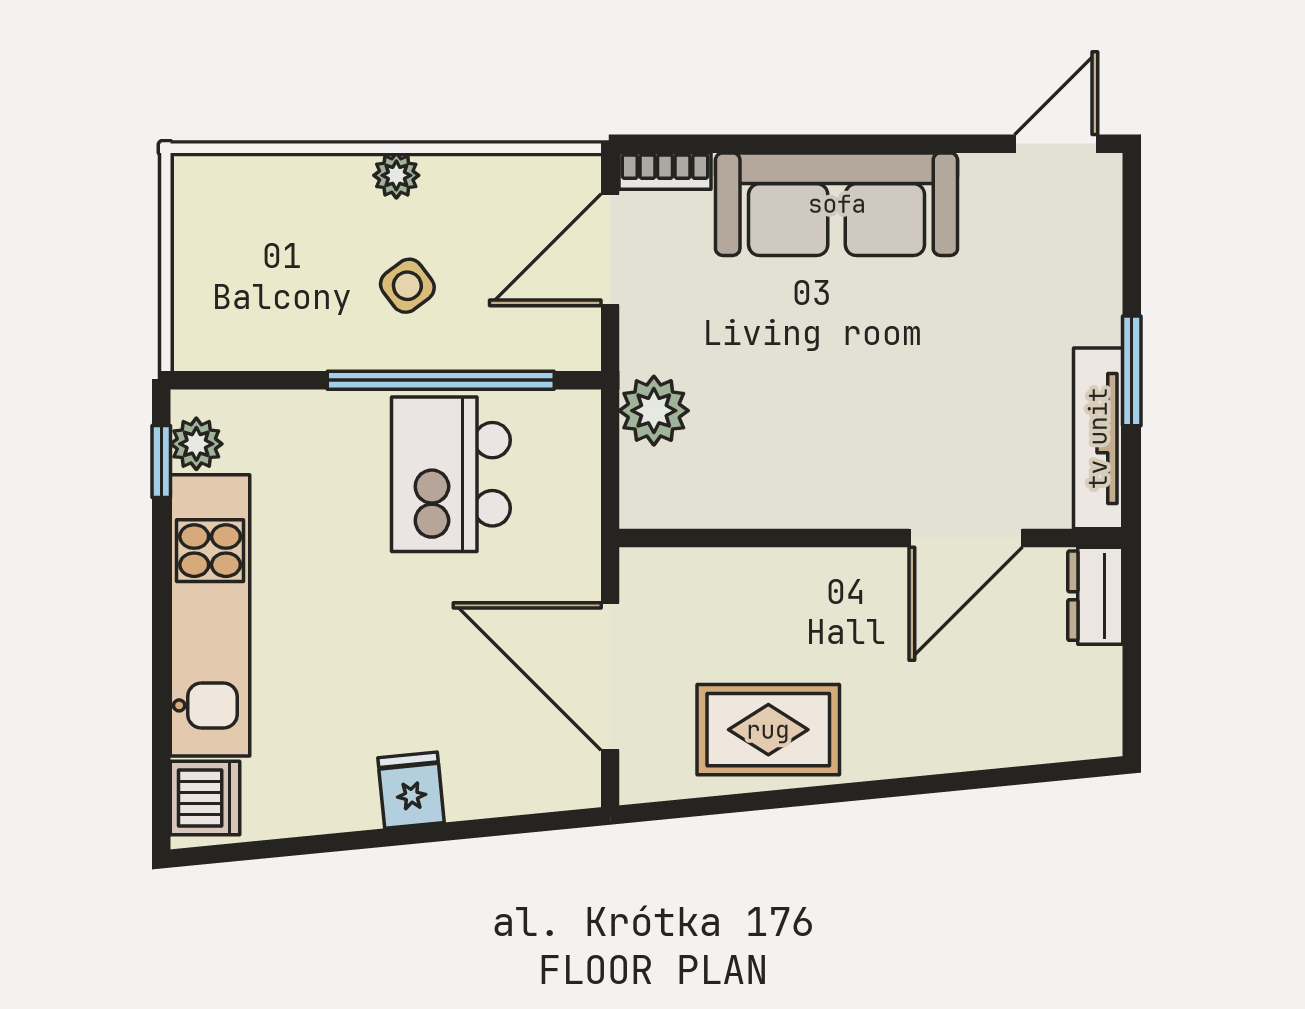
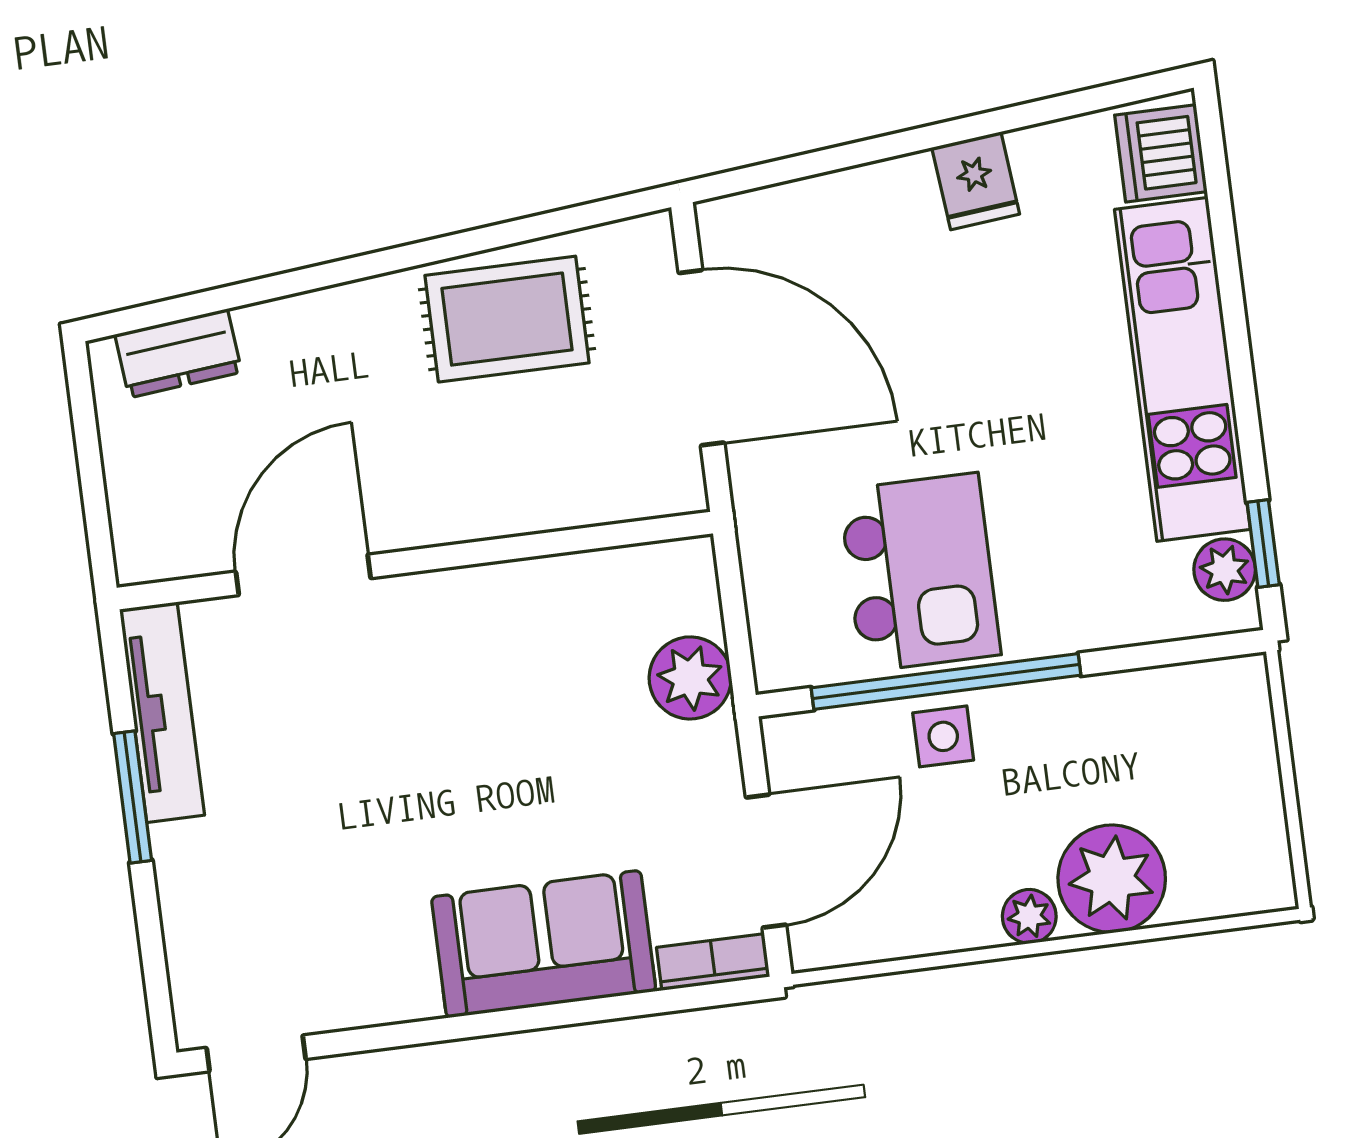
plant: (324, 198) -> (1112, 879), added
sofa: (837, 204) -> (544, 944), width x0.73
side table: (407, 286) -> (943, 736), moved, turned 37
dresser: (1095, 596) -> (178, 353), moved, turned 84
fridge: (411, 790) -> (976, 181), moved

